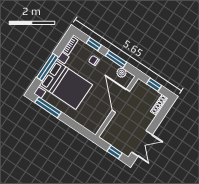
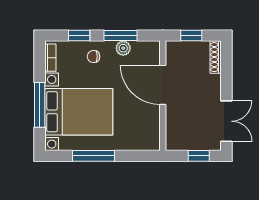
plant: (122, 73) -> (123, 48), moved
window: (48, 107) -> (94, 156), moved

